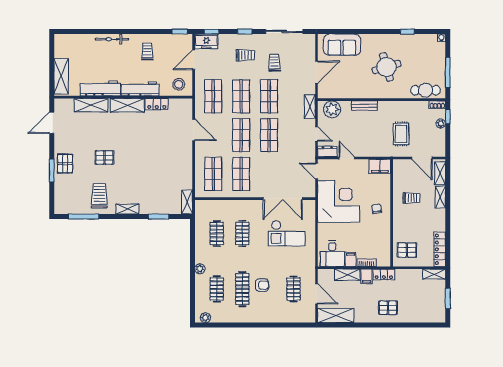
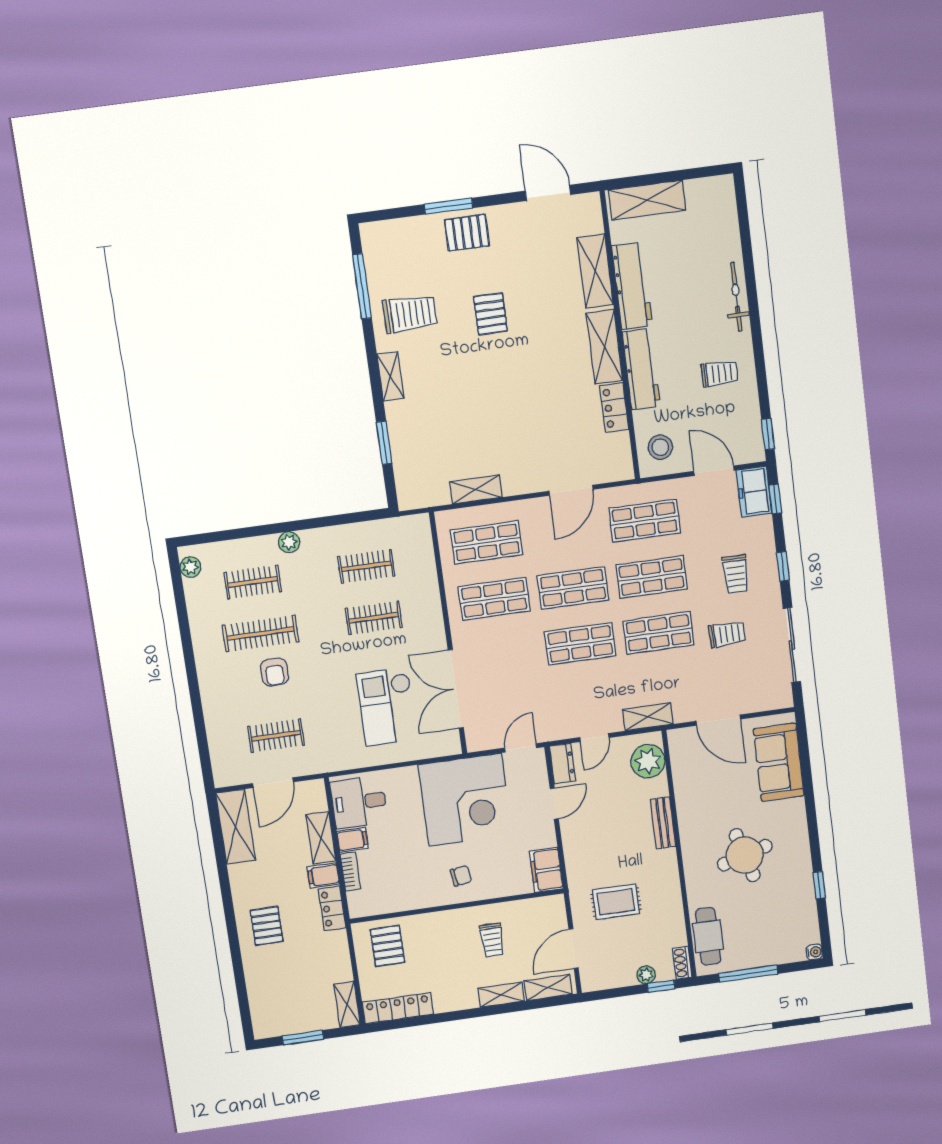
shelving: (187, 202) -> (476, 490), moved

